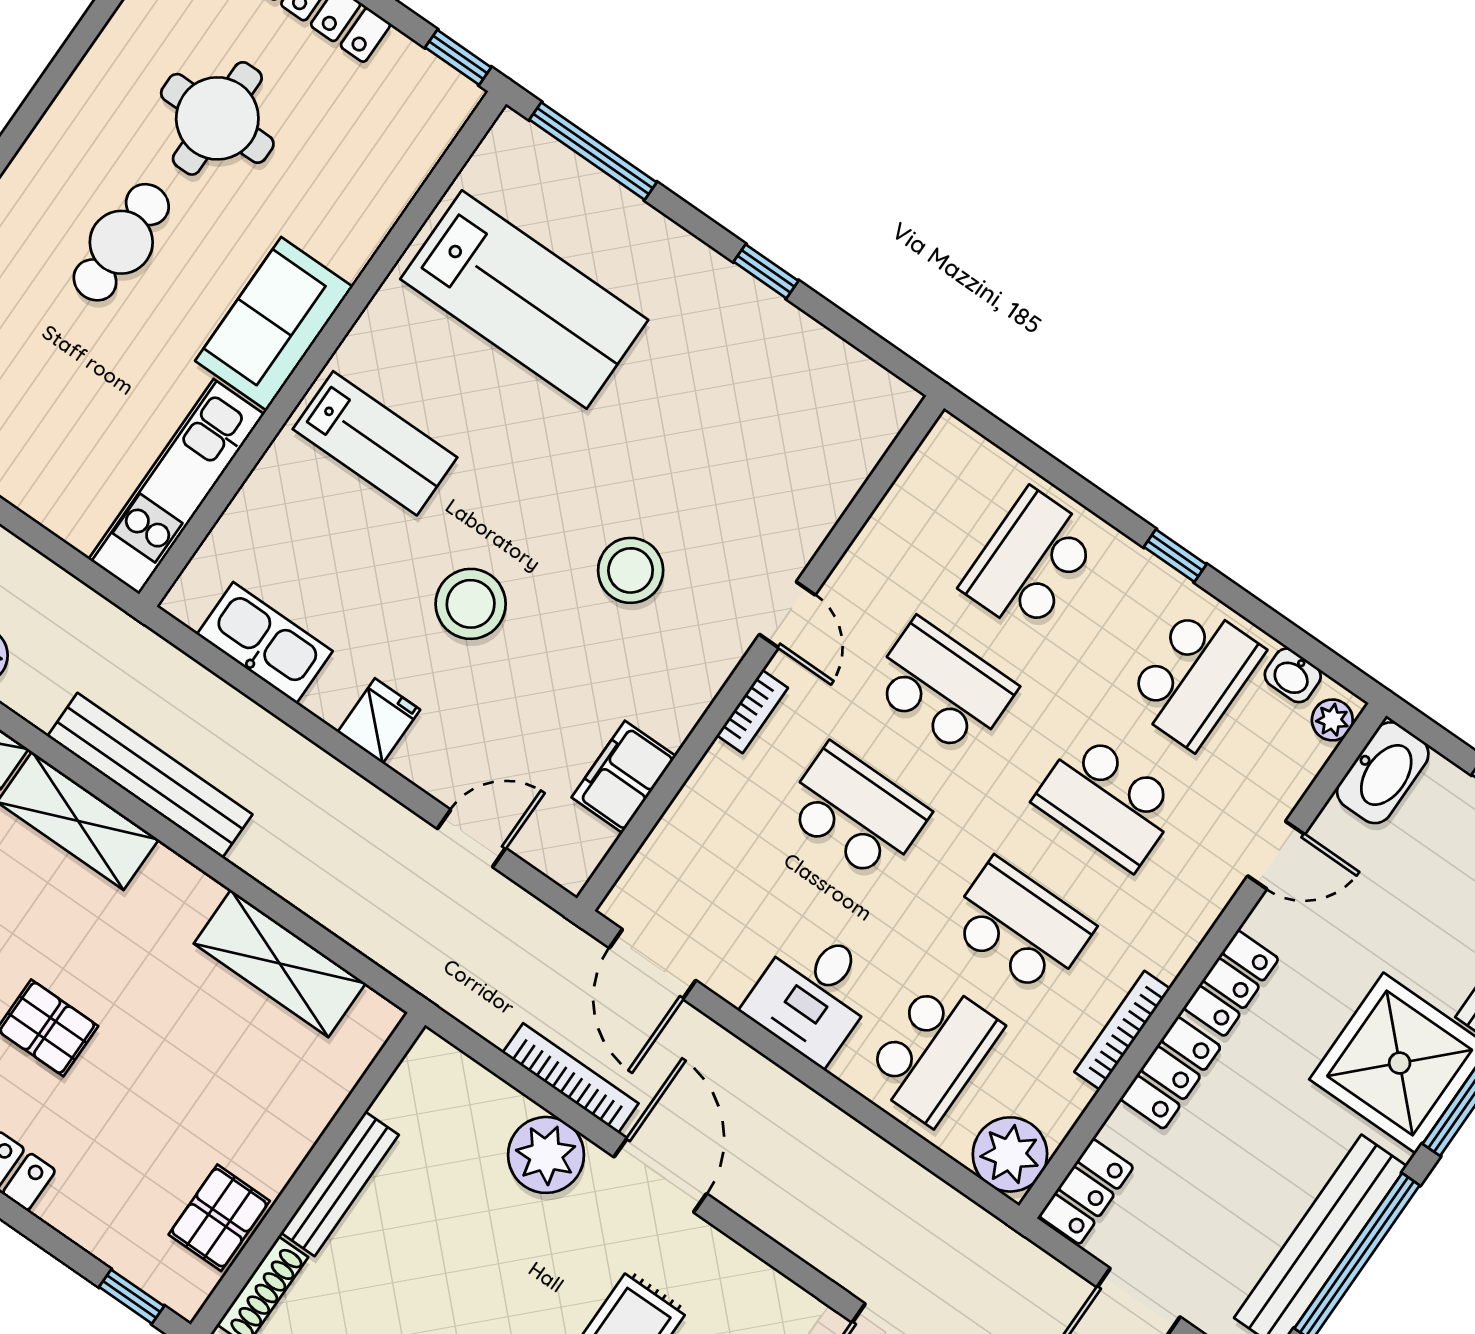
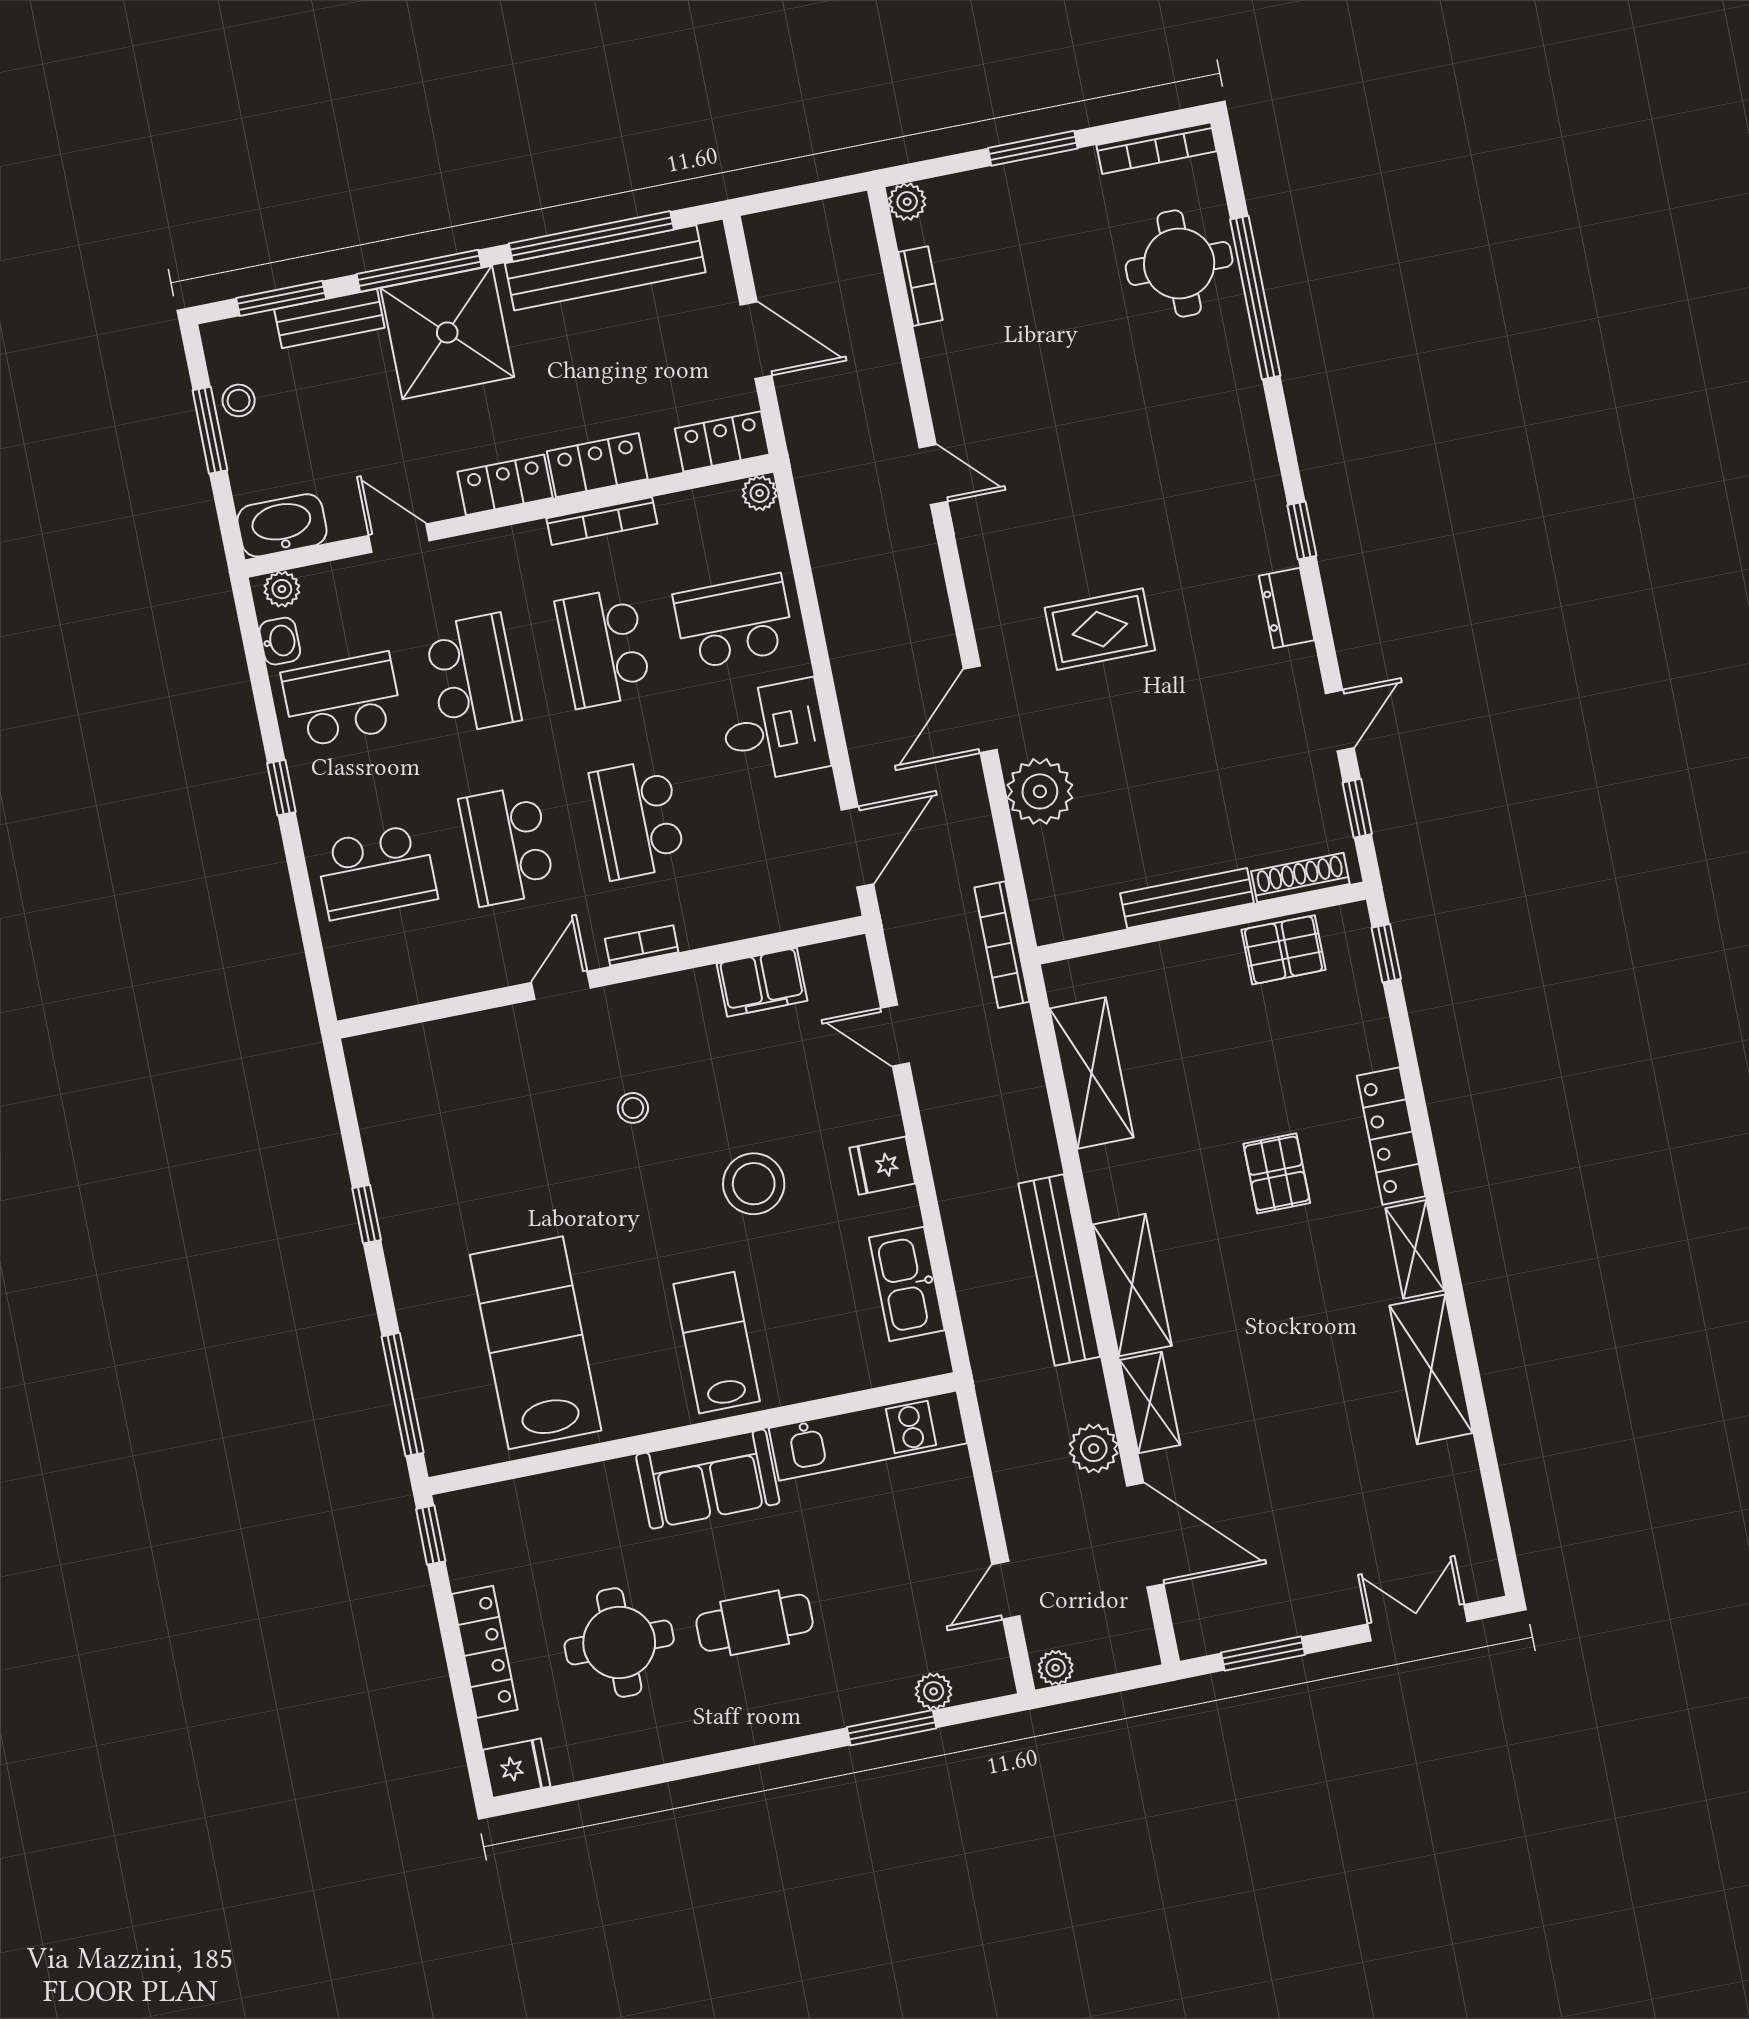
stool: (631, 570) -> (633, 1108), width x0.53, depth x0.53
bookcase: (571, 1078) -> (1002, 945), moved
plant: (1010, 1154) -> (760, 493), width x0.53, depth x0.53

